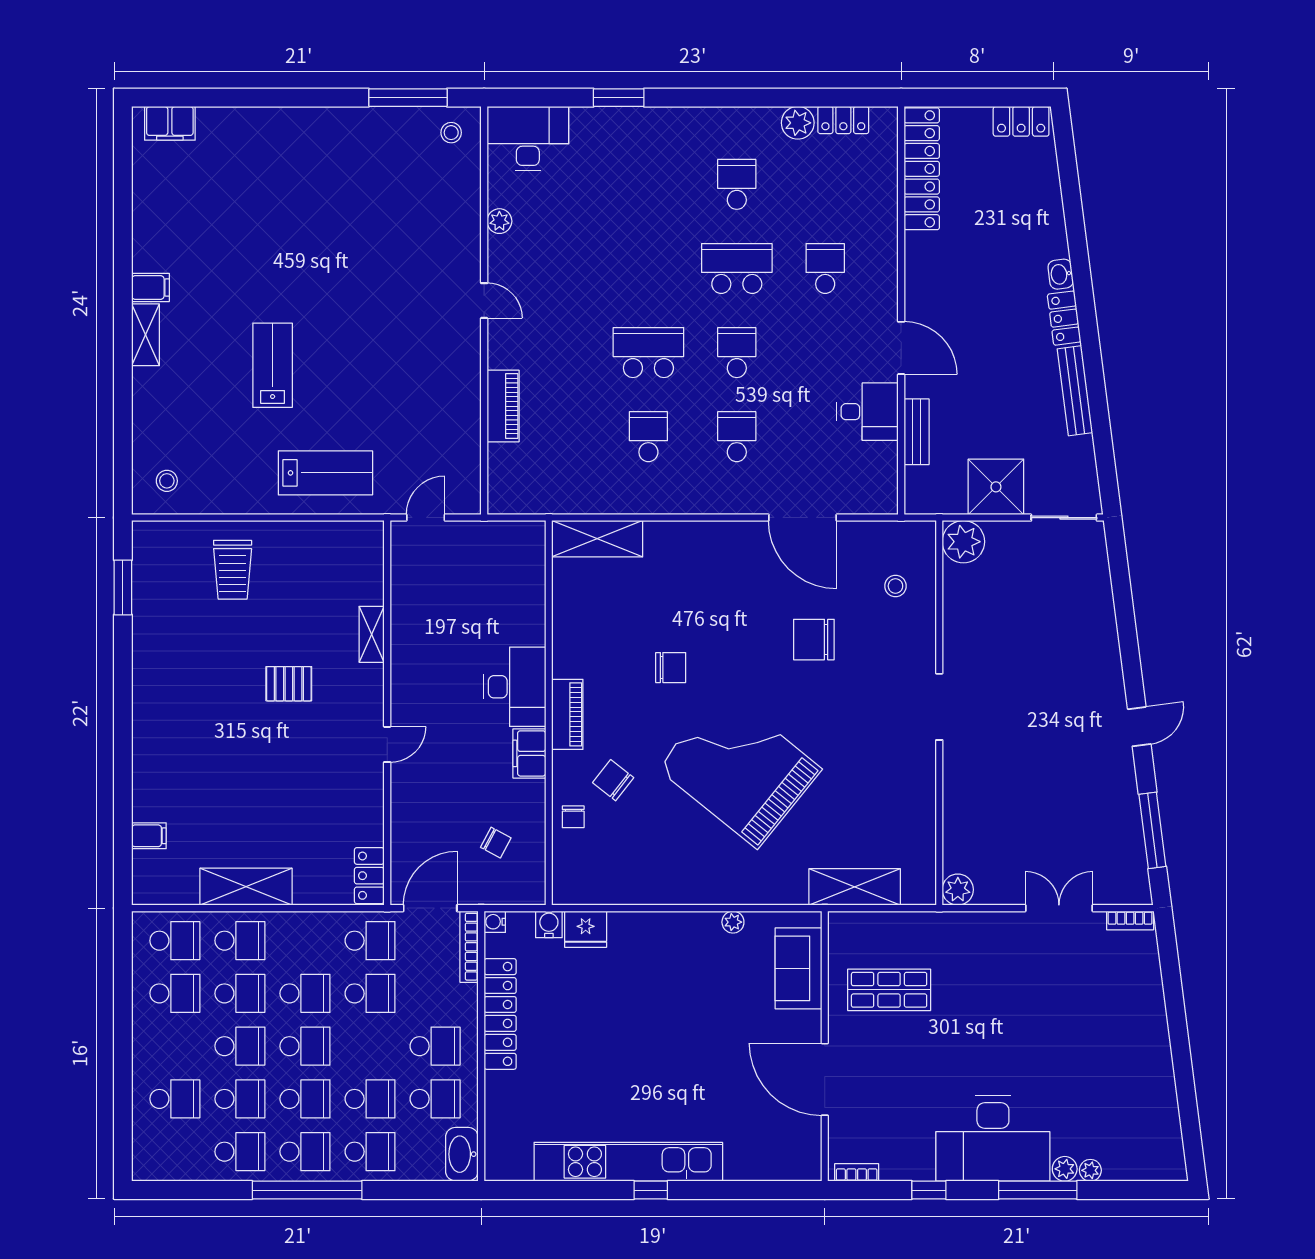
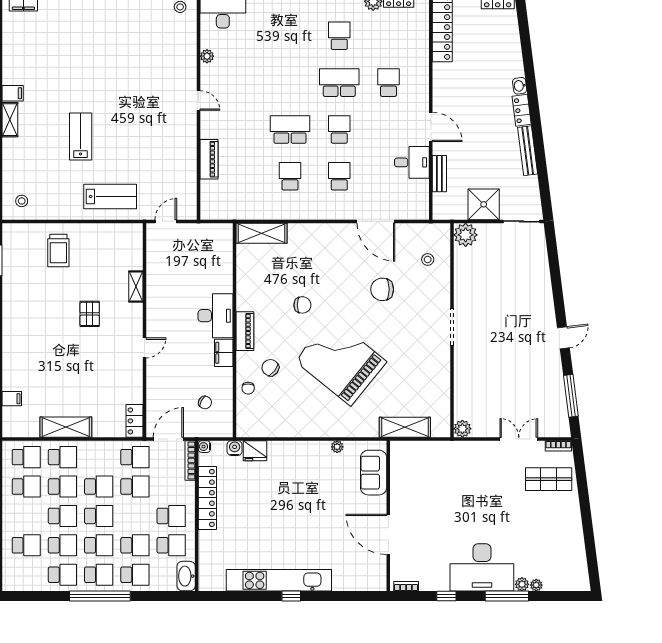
pallet: (289, 684) -> (90, 314), turned 90
shop shelf: (889, 990) -> (549, 479), moved

